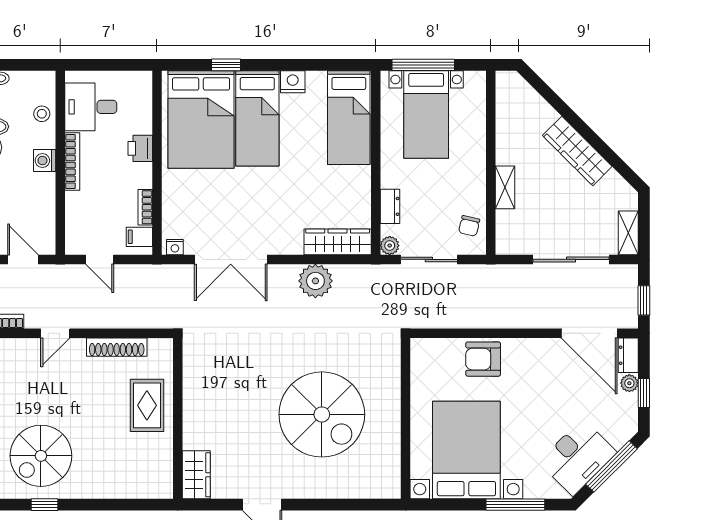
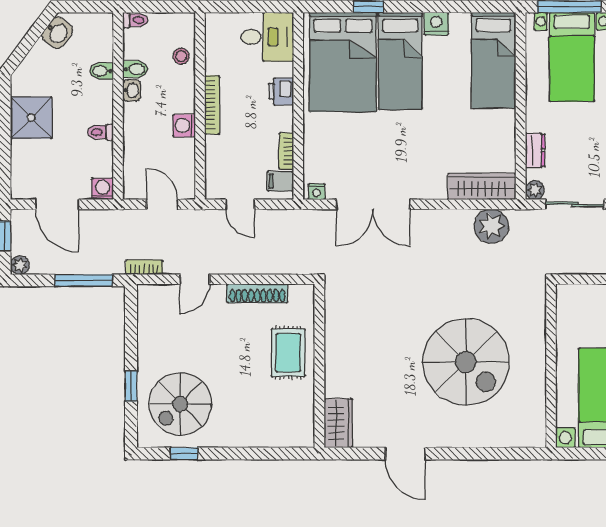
desk: (91, 107) -> (267, 37), moved, turned 180
washing machine: (45, 161) -> (184, 126), moved
plant: (315, 281) -> (491, 226), moved

